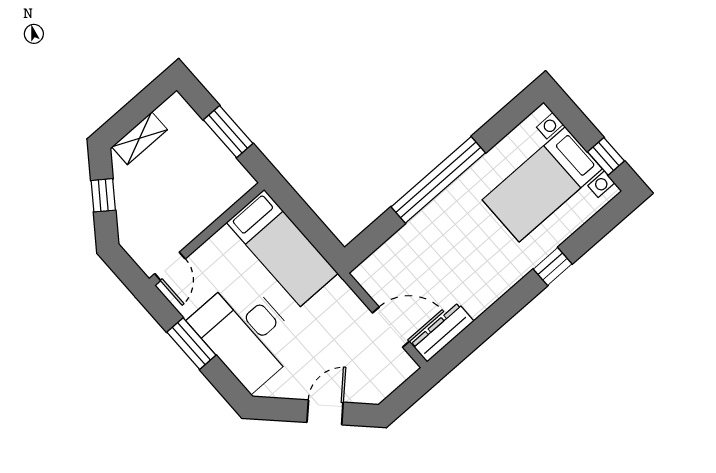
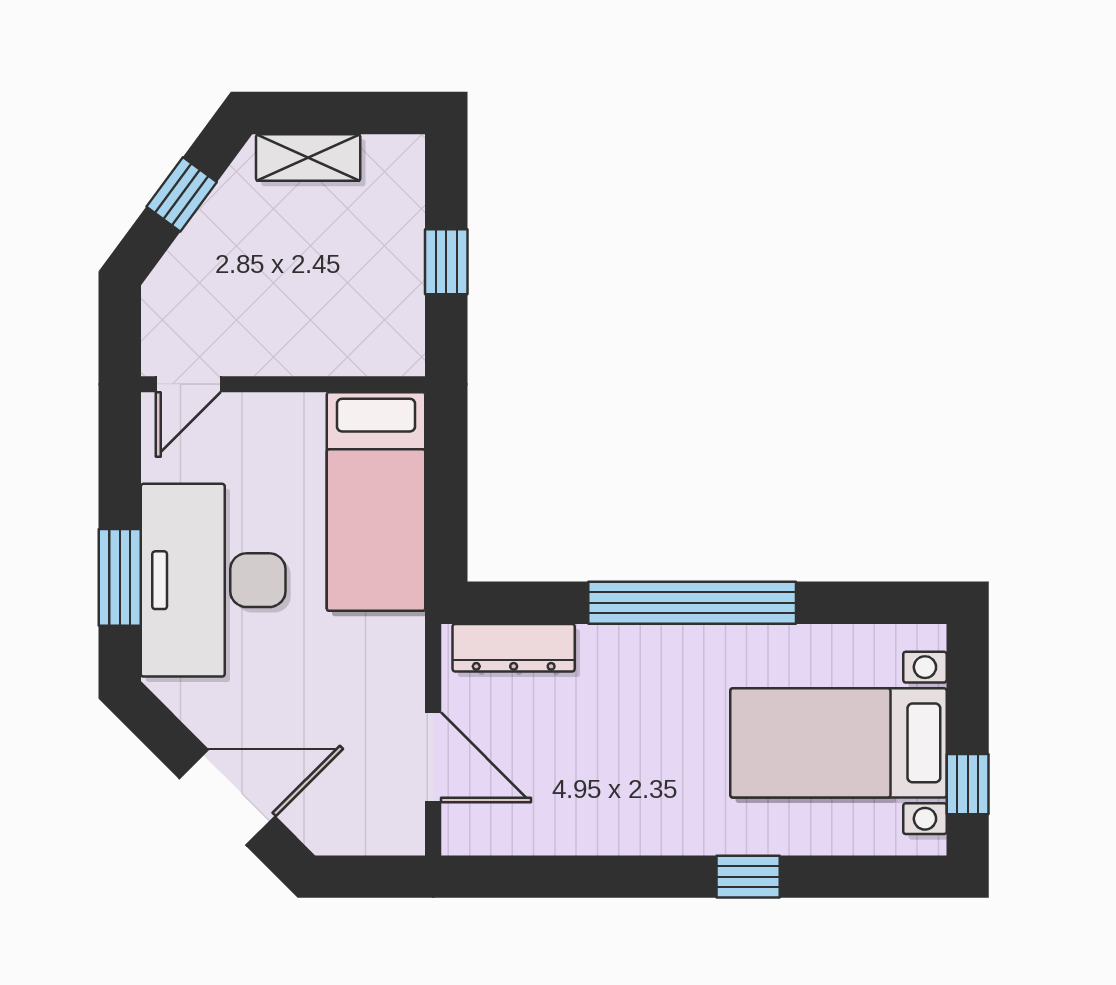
window: (228, 132) -> (446, 262), width x0.67
dresser: (443, 332) -> (514, 648), moved, turned 180
window: (191, 344) -> (120, 577), moved
door: (325, 412) -> (227, 797), width x1.38

